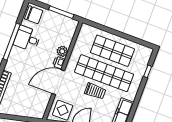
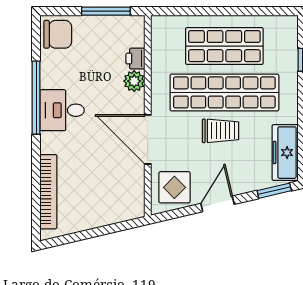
desk: (27, 39) -> (62, 110), moved
printer: (59, 62) -> (135, 59), moved
door: (58, 82) -> (148, 139), hinge flipped

